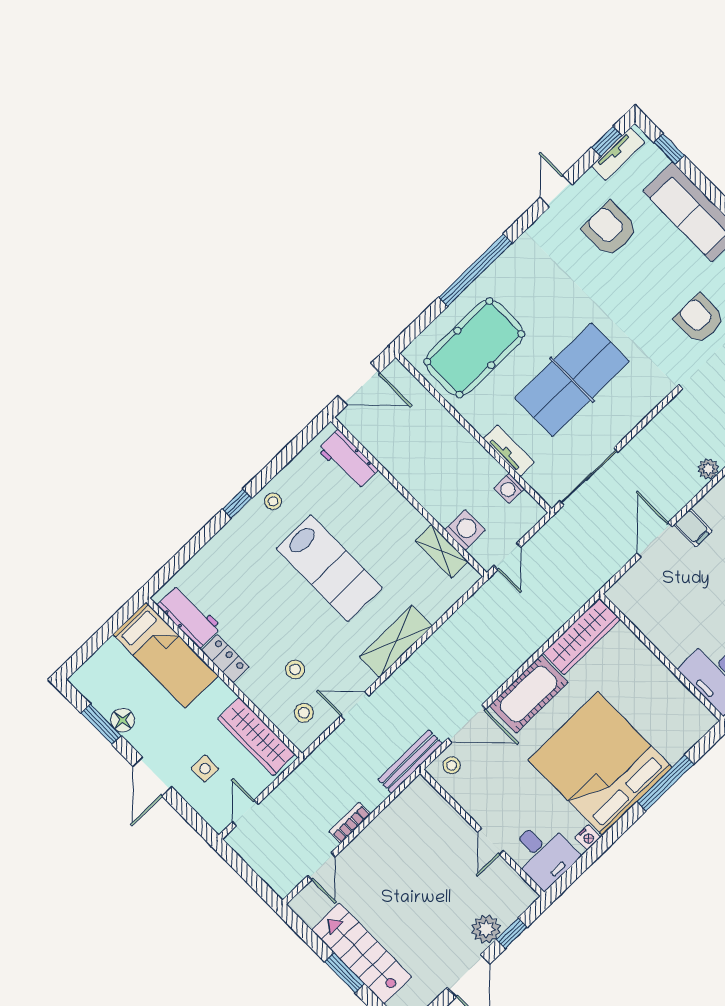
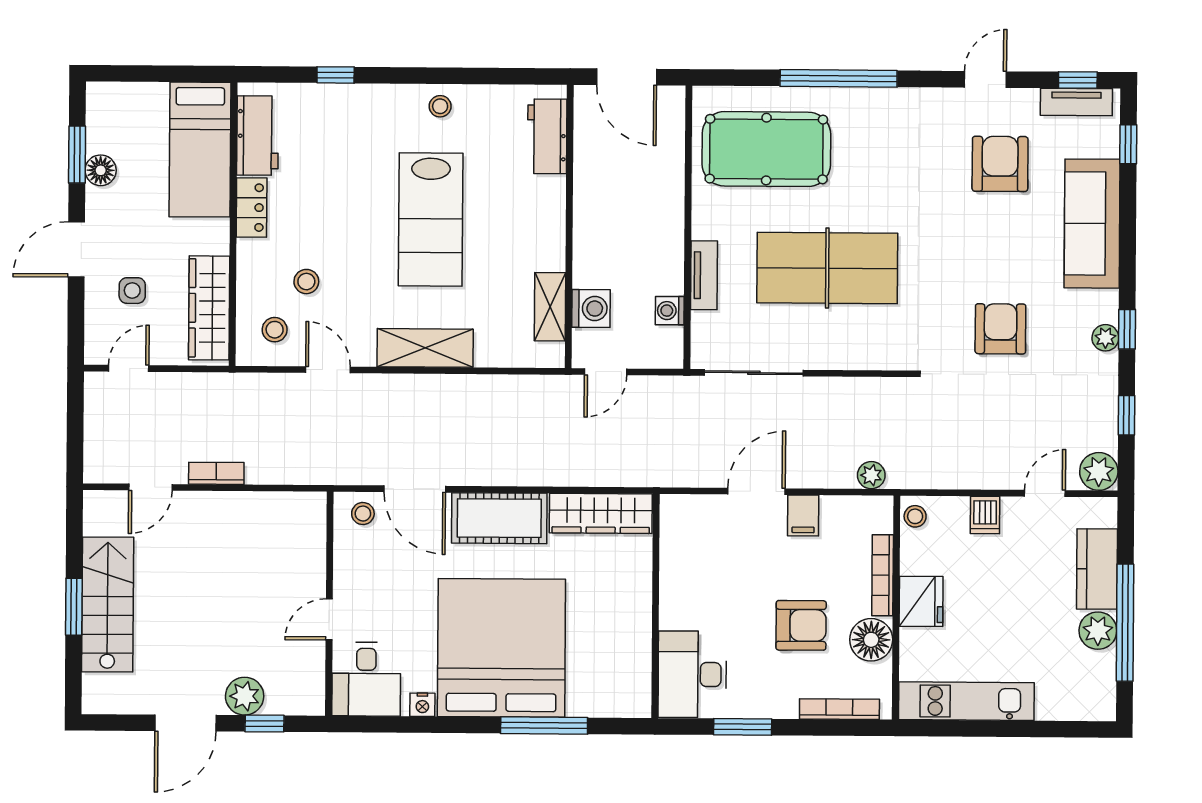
window: (237, 503) -> (336, 75), moved
bench: (410, 762) -> (328, 472), removed

